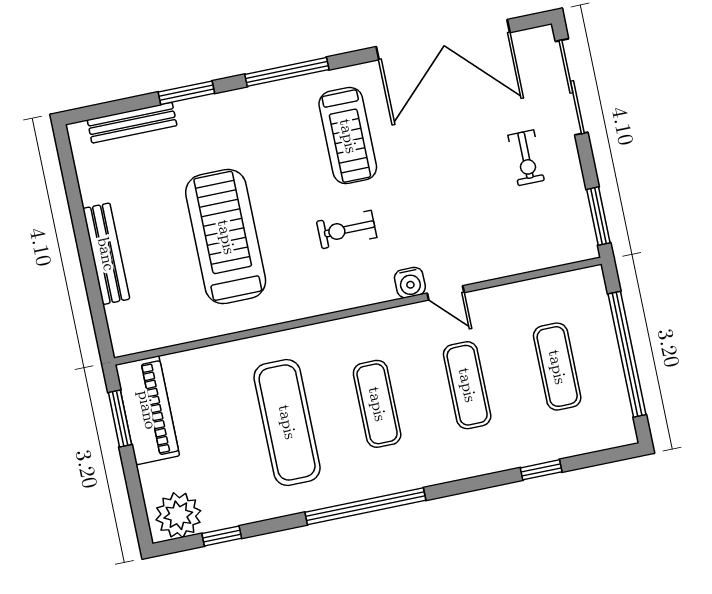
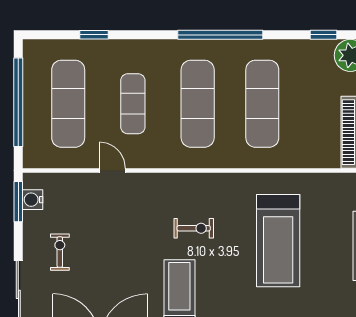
water cooler: (410, 283) -> (33, 200), moved, turned -90
door: (446, 293) -> (112, 170), moved
exercise mat: (557, 367) -> (68, 104), width x1.36, depth x1.45
exercise mat: (377, 404) -> (198, 104), width x1.36, depth x1.45

